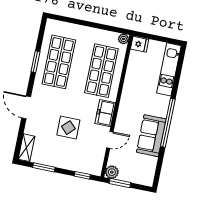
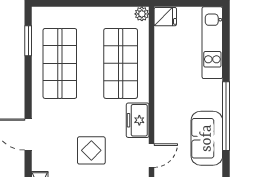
window: (36, 62) -> (28, 41), moved

